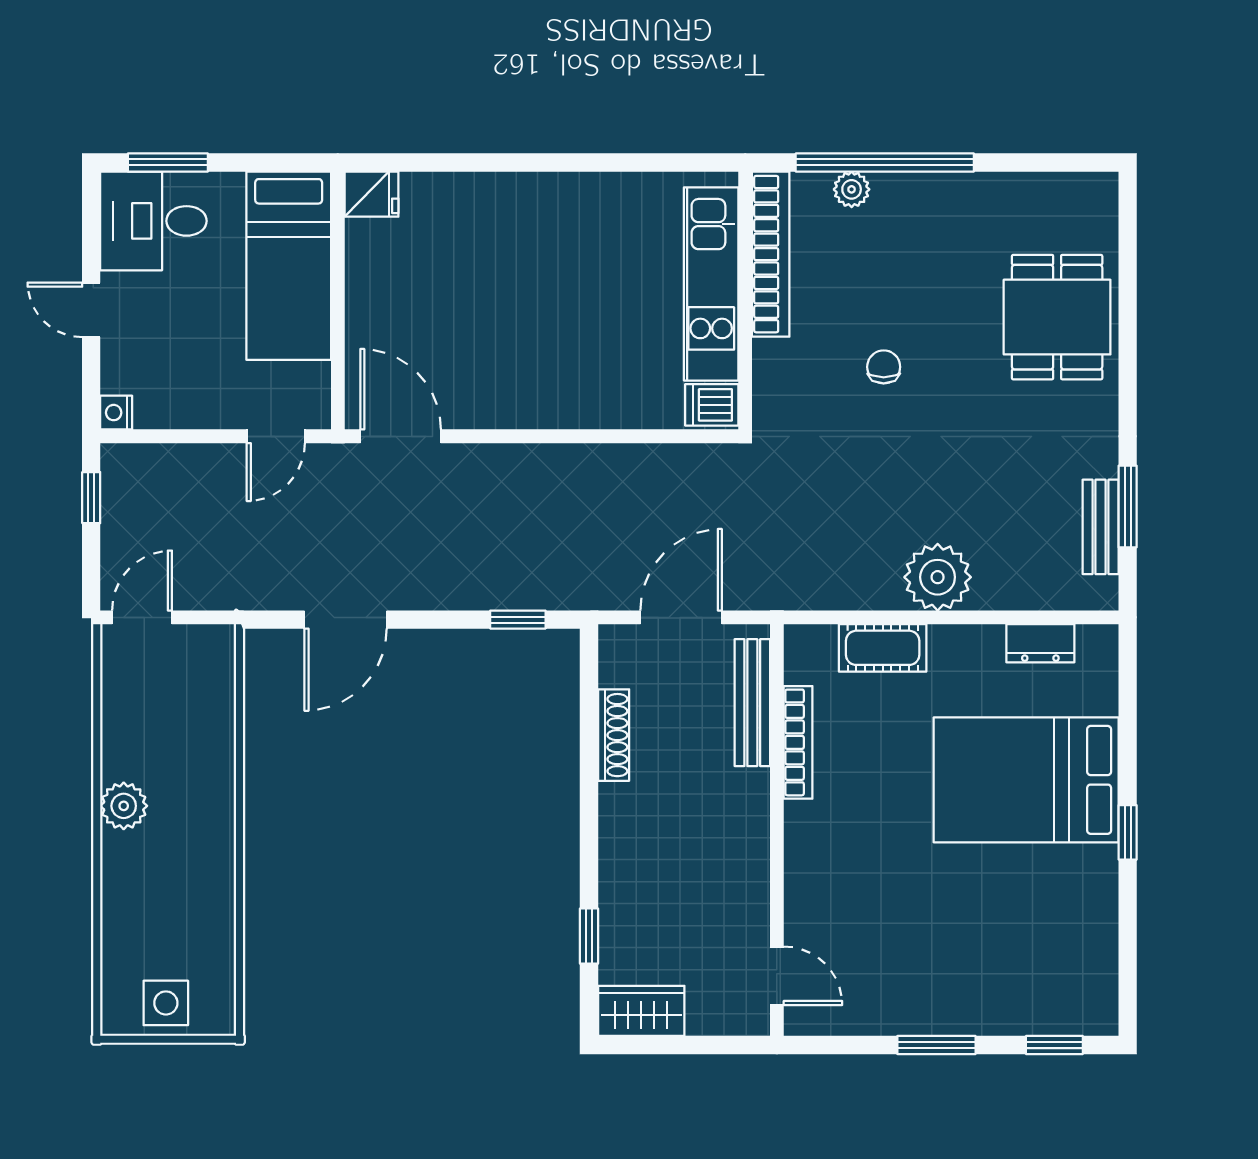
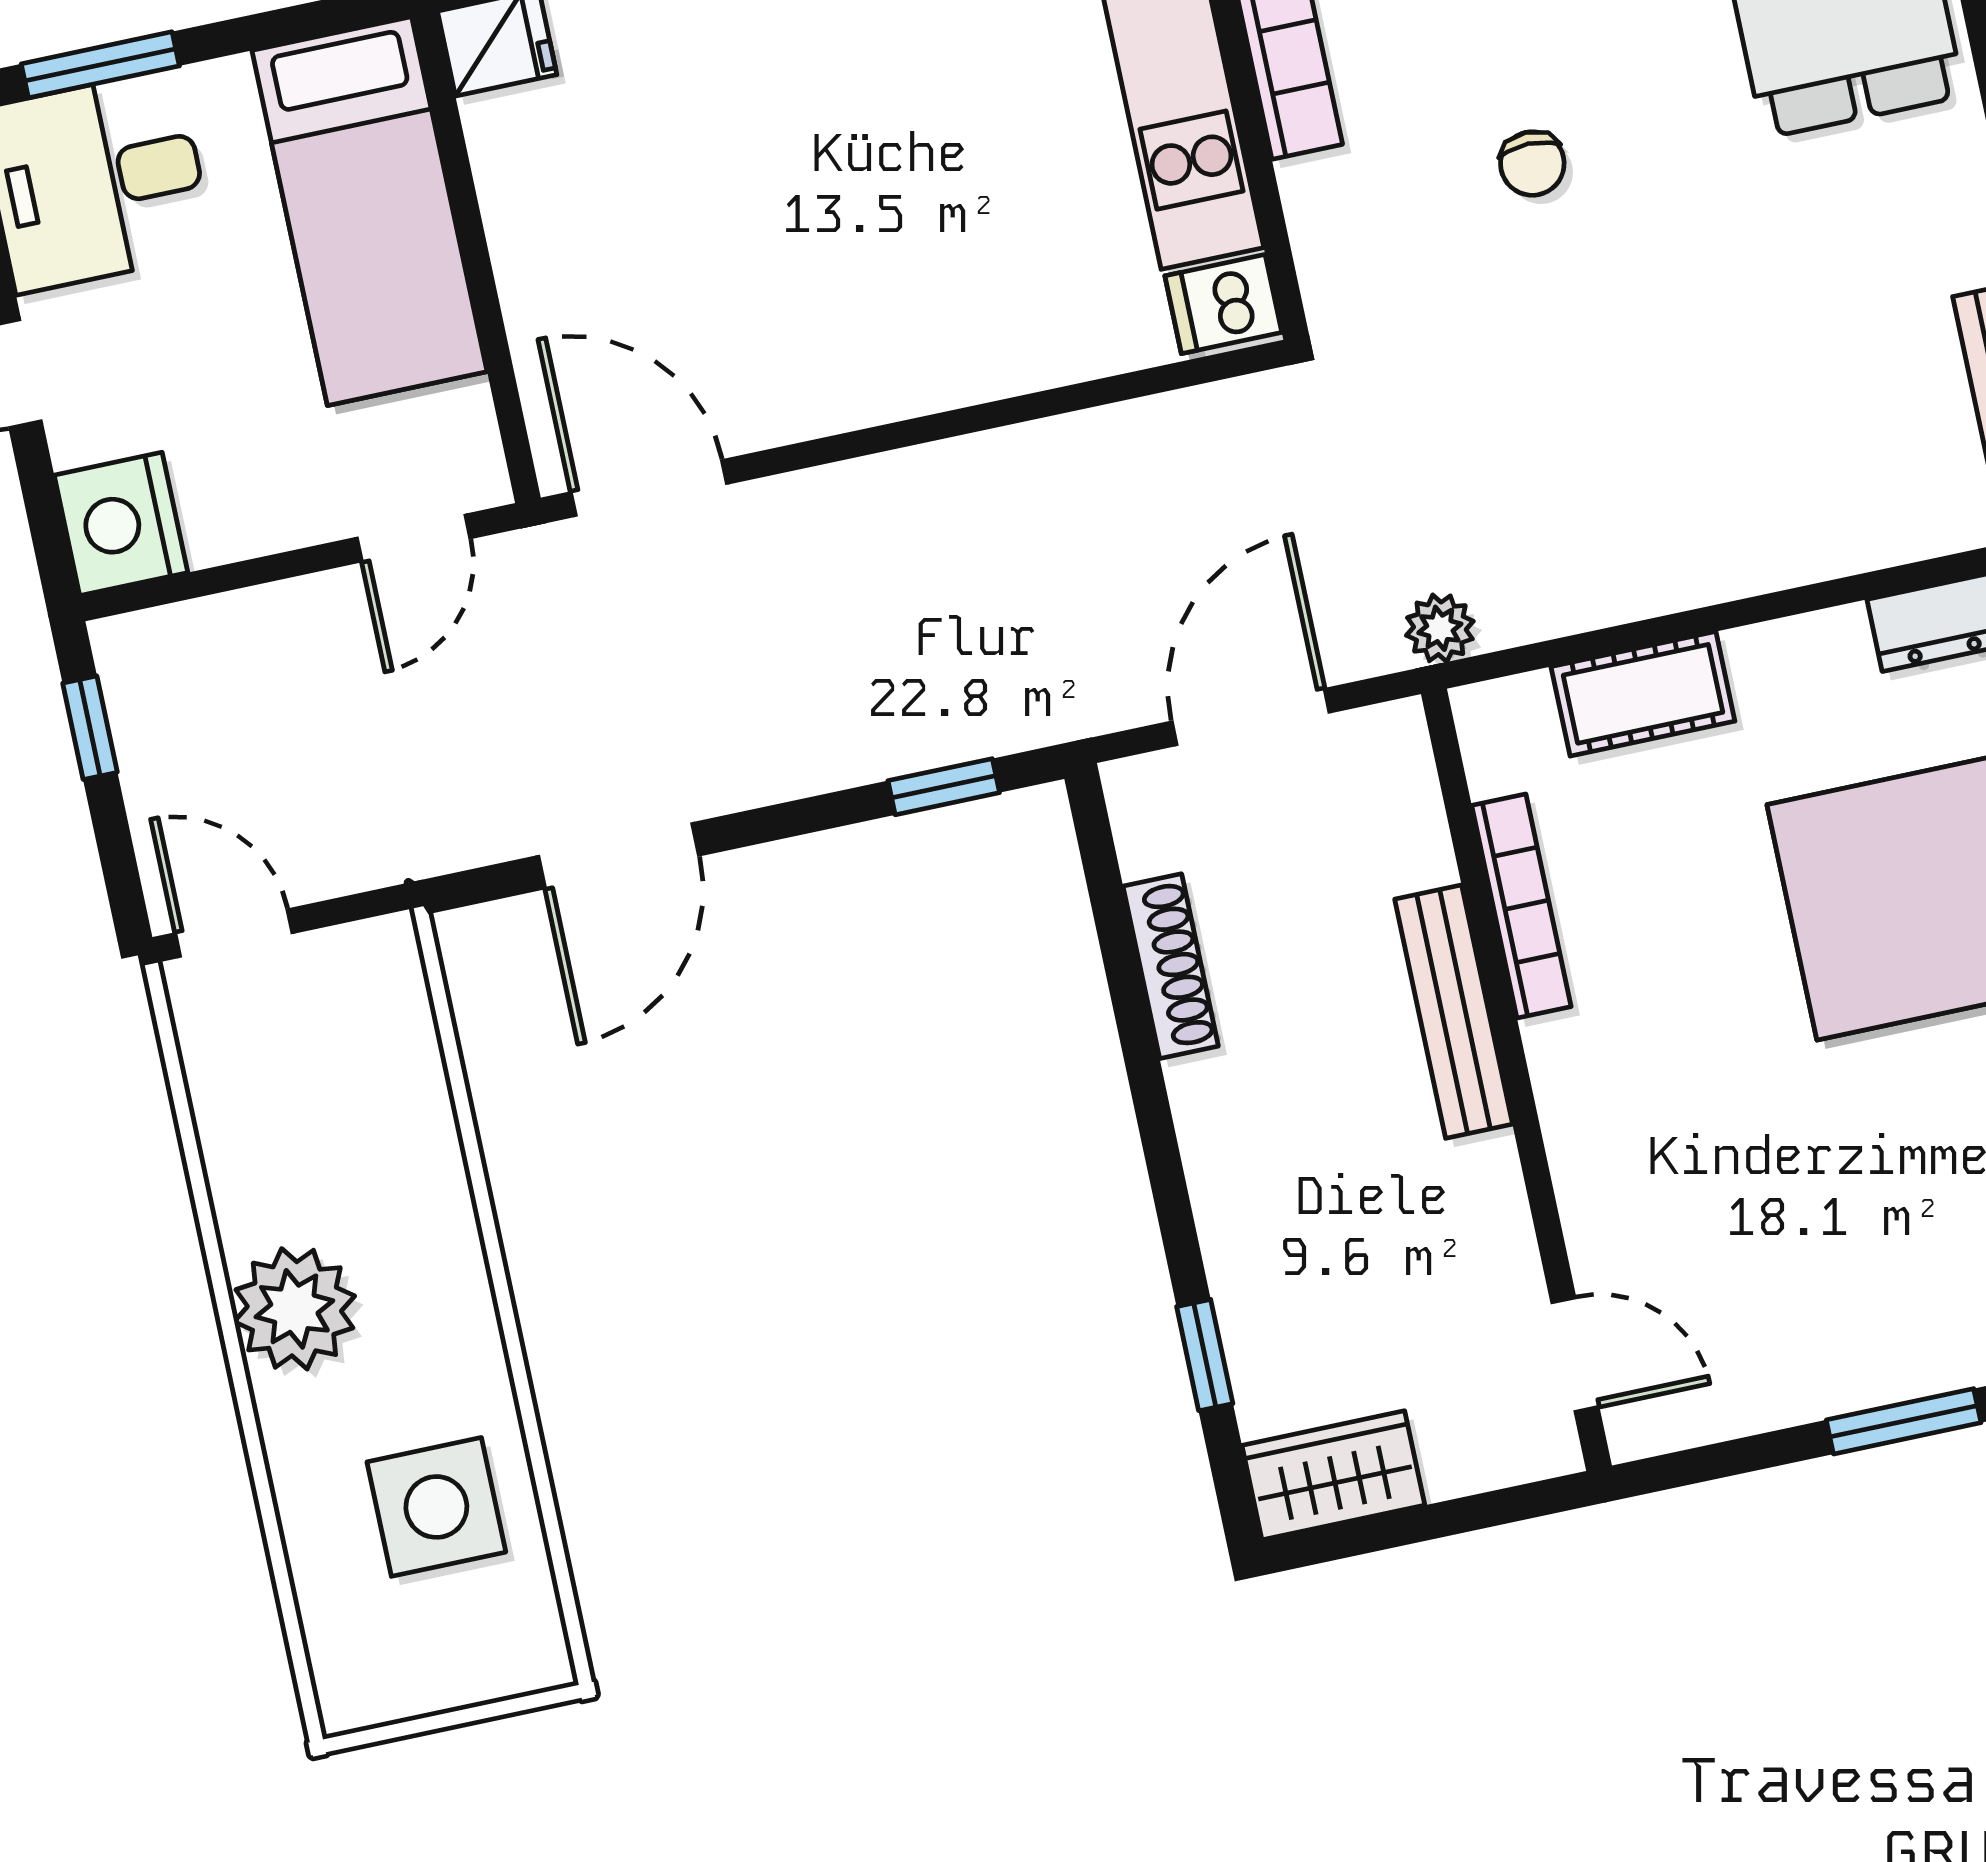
chair: (884, 367) -> (1532, 164), turned 180
nightstand: (116, 413) -> (121, 524), width x1.89, depth x1.79
plant: (938, 577) -> (1440, 628), moved, width x0.53, depth x0.53
door: (142, 617) -> (234, 933), hinge flipped
bench: (752, 703) -> (1454, 1012), moved
plant: (124, 806) -> (294, 1309), width x1.36, depth x1.36
side table: (166, 1003) -> (436, 1507), moved, width x1.37, depth x1.37

